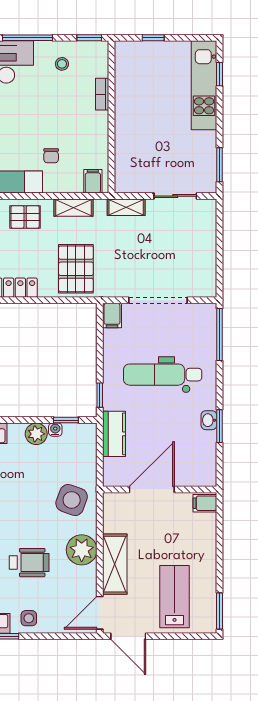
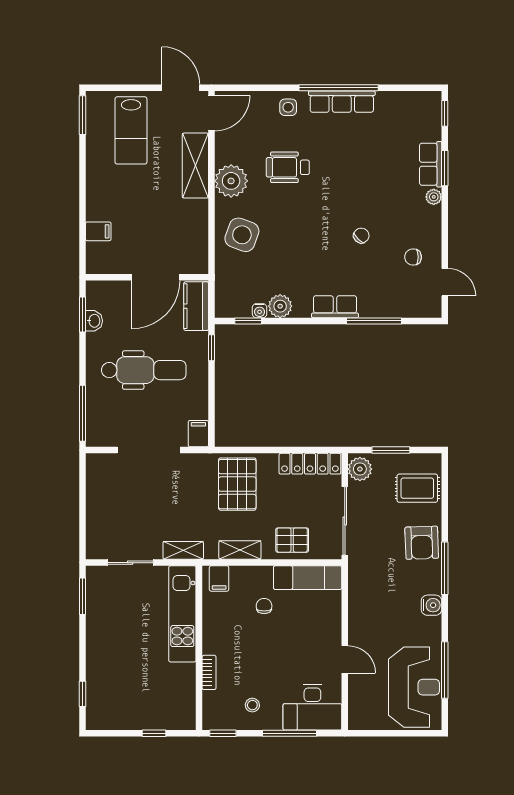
kitchen unit: (204, 85) -> (182, 614), moved, turned 180
door: (152, 490) -> (156, 277), moved
wall: (160, 490) -> (147, 277), moved

